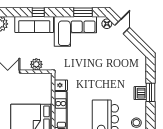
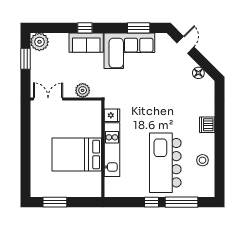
floor lamp: (107, 24) -> (198, 73), moved
sofa: (34, 25) -> (86, 43), width x0.73
window: (151, 92) -> (220, 124), removed

